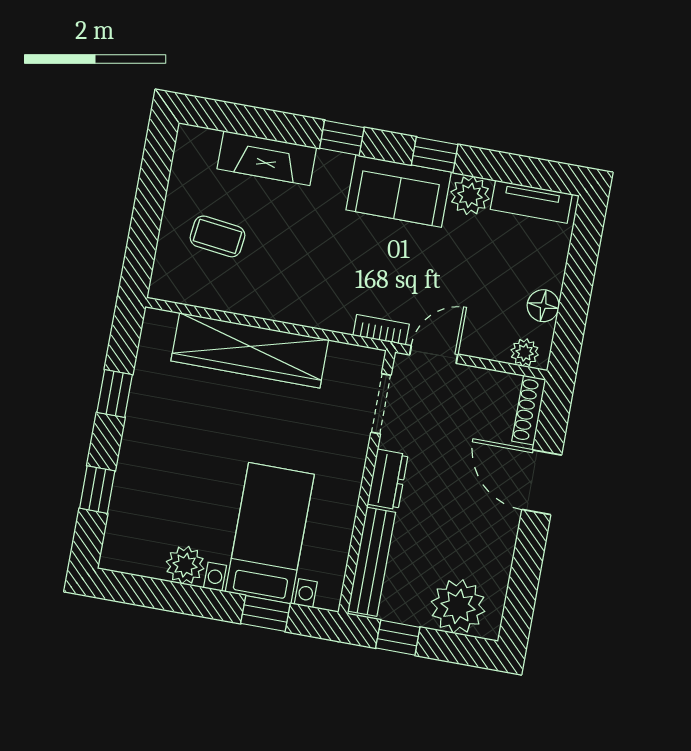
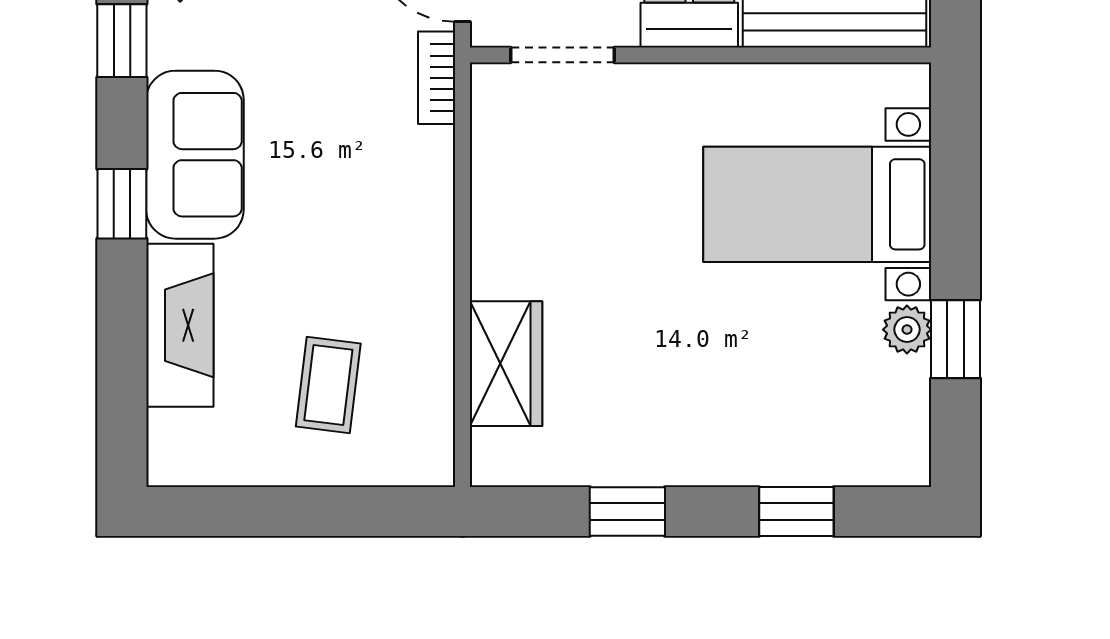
sofa: (399, 191) -> (195, 155), moved
wardrobe: (250, 350) -> (506, 364), width x0.48, depth x0.85
plant: (185, 565) -> (907, 330), width x0.73, depth x0.73
window: (265, 614) -> (956, 339), moved

